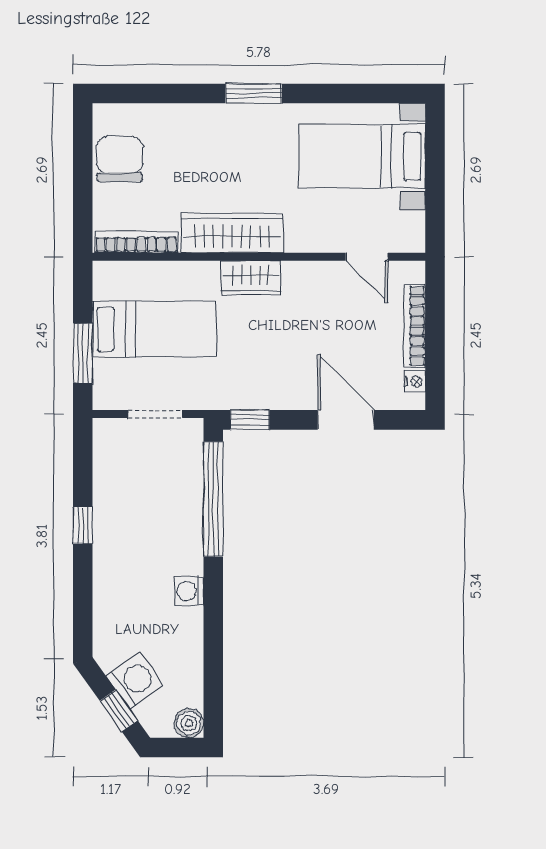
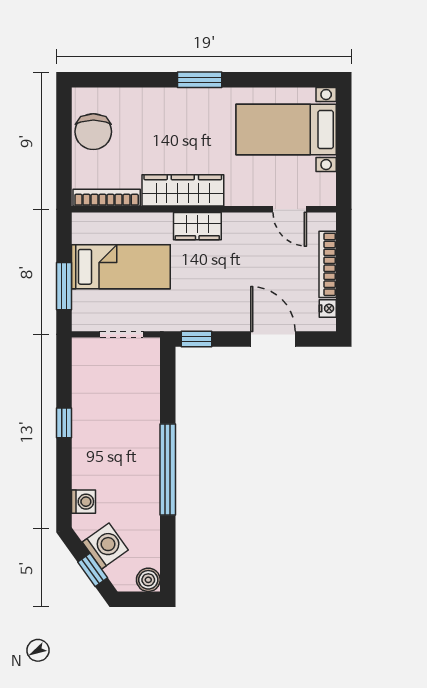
chair: (120, 159) -> (93, 132), turned 180
window: (213, 499) -> (168, 469), moved
washing machine: (189, 591) -> (84, 502), moved, turned 180

